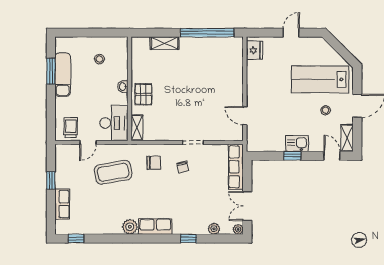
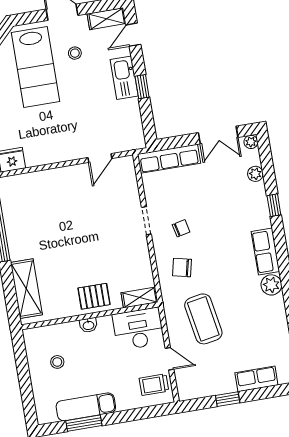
shelving: (165, 43) -> (26, 289), width x1.50, depth x1.33
kitchen sink: (297, 144) -> (124, 78), width x1.38
chair: (154, 163) -> (182, 268), turned -77

